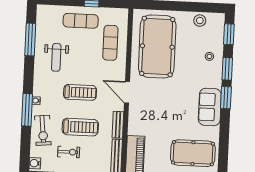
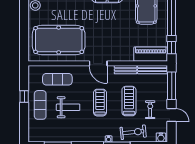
weight bench: (56, 57) -> (68, 107), moved
door: (127, 92) -> (98, 63), hinge flipped

